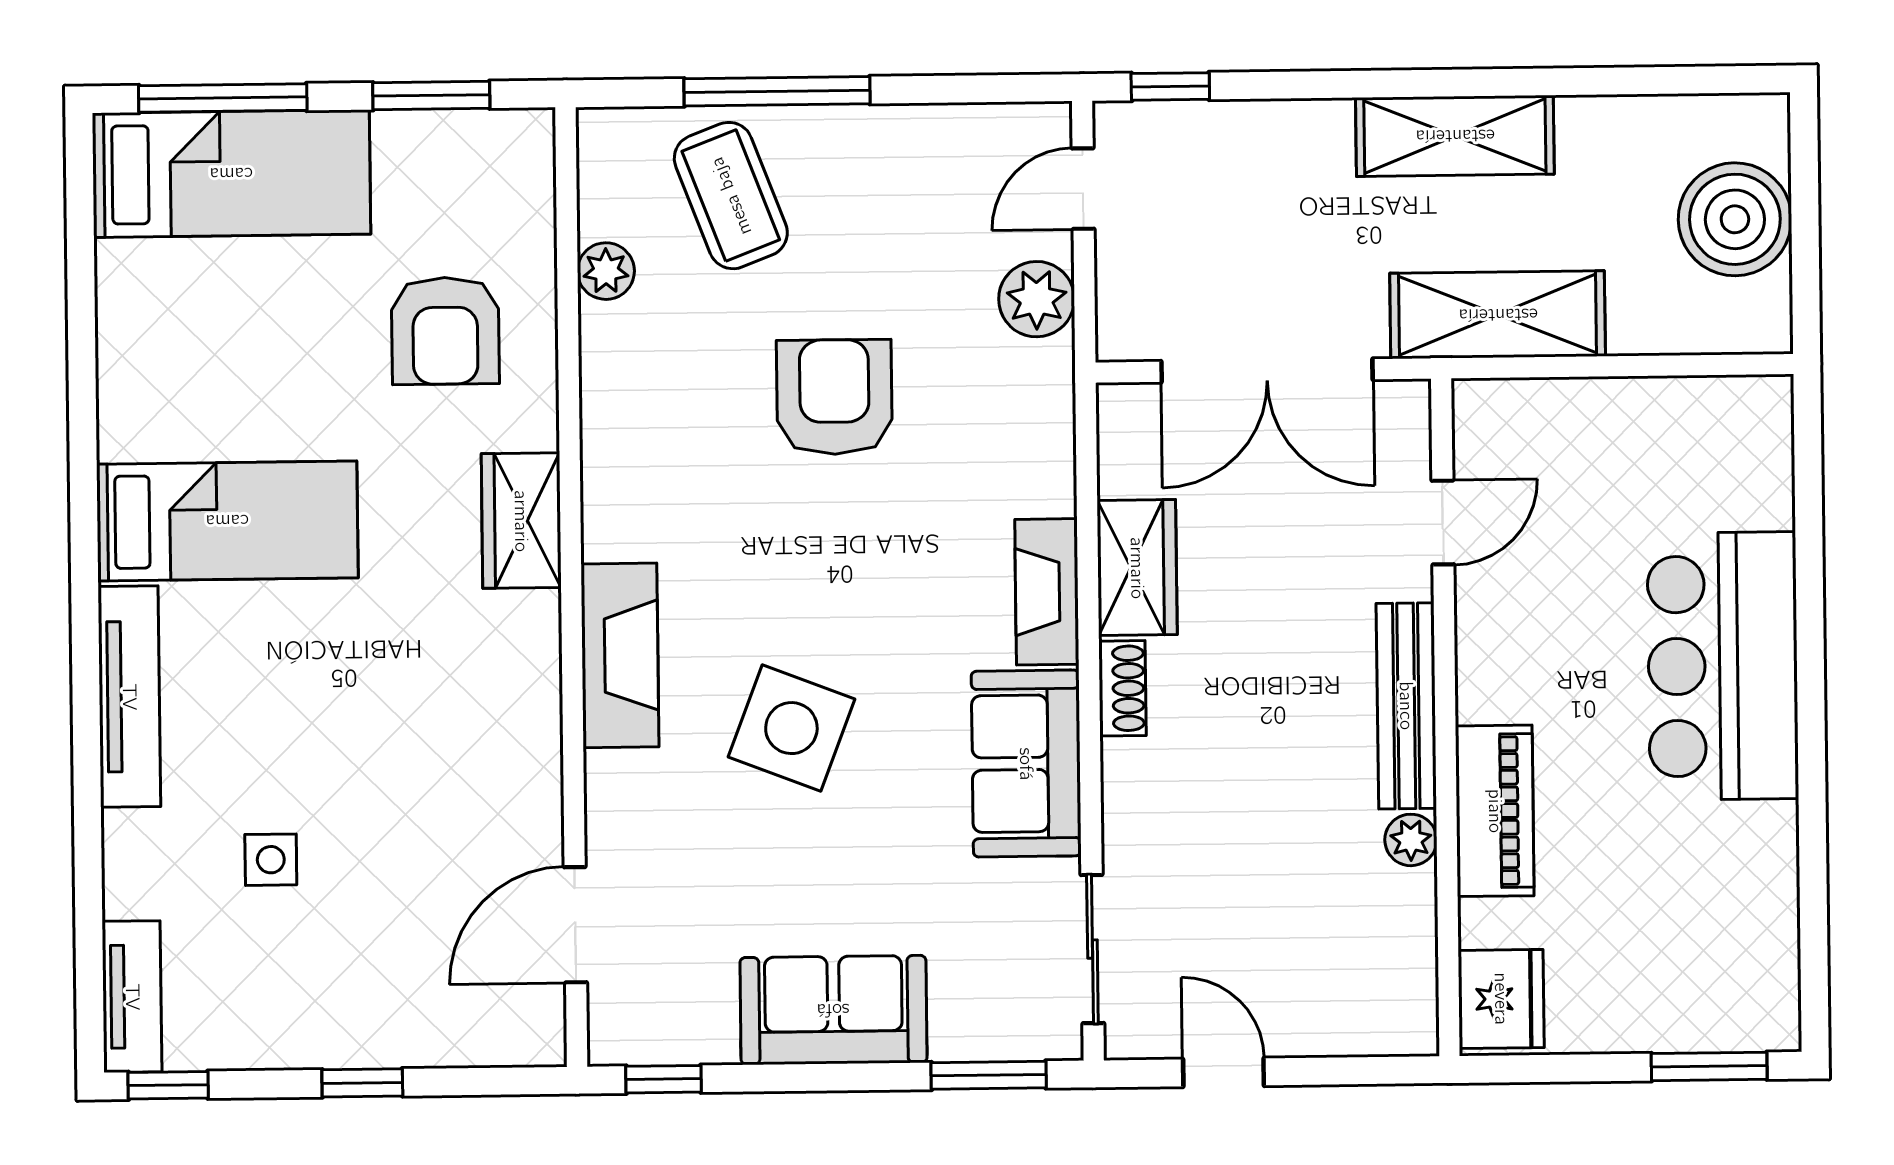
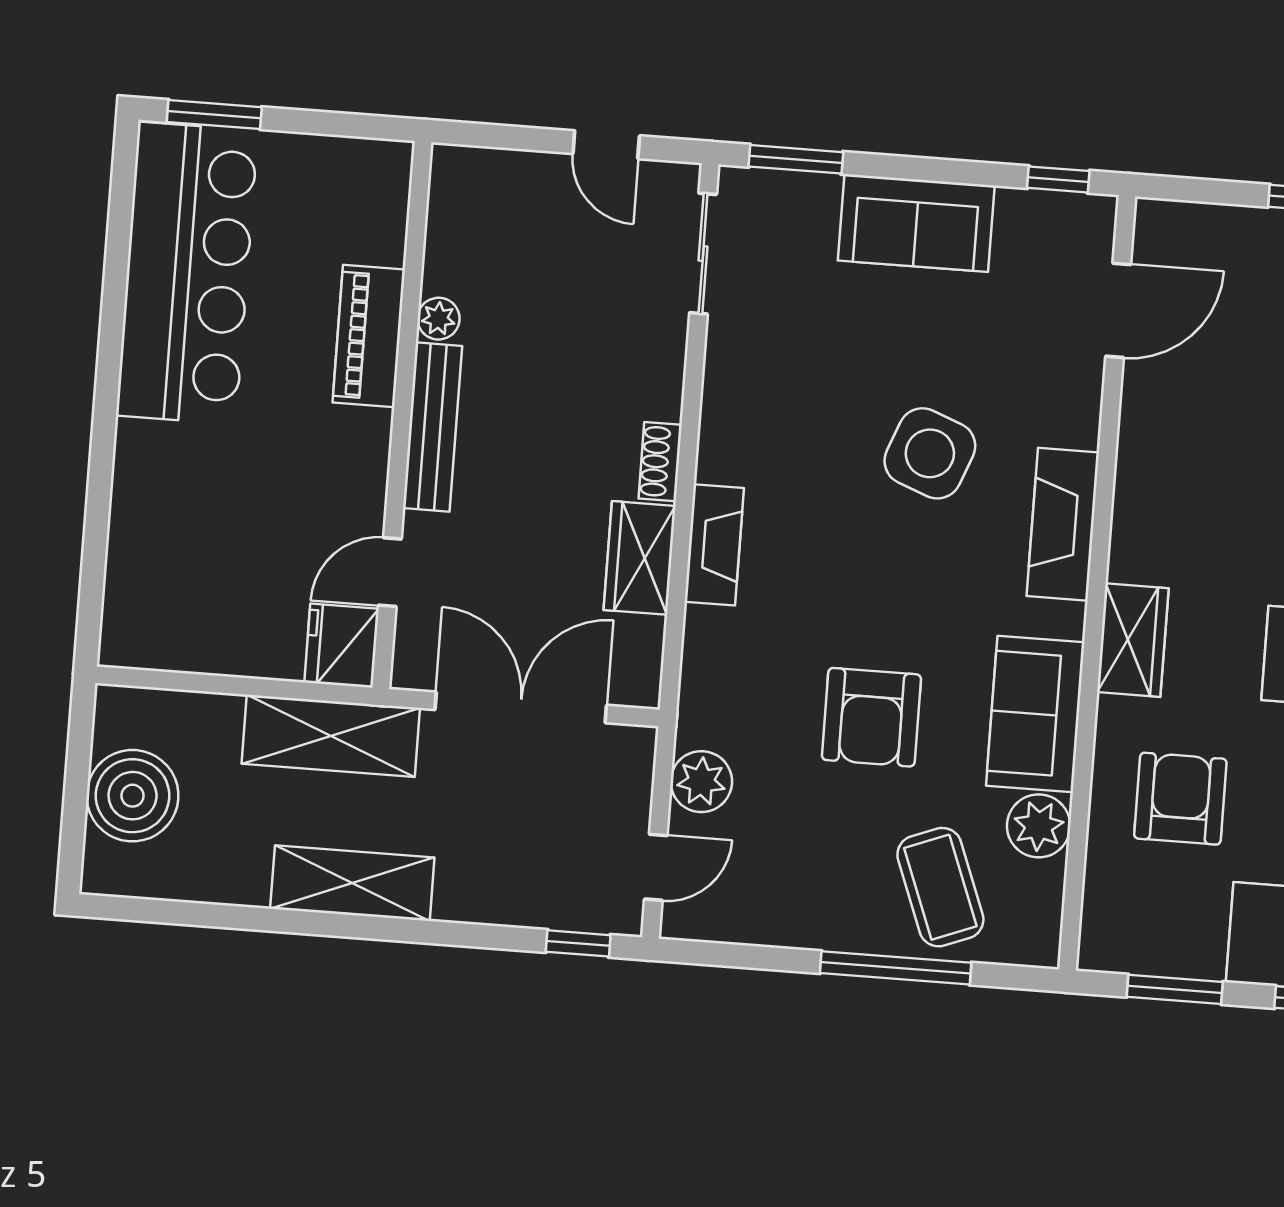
plant: (606, 271) -> (1039, 826), width x1.38, depth x1.38
bar counter: (1723, 666) -> (187, 273), moved, width x1.36
sofa: (1026, 764) -> (1035, 714), moved, turned 180
fridge: (1501, 999) -> (342, 646), moved

